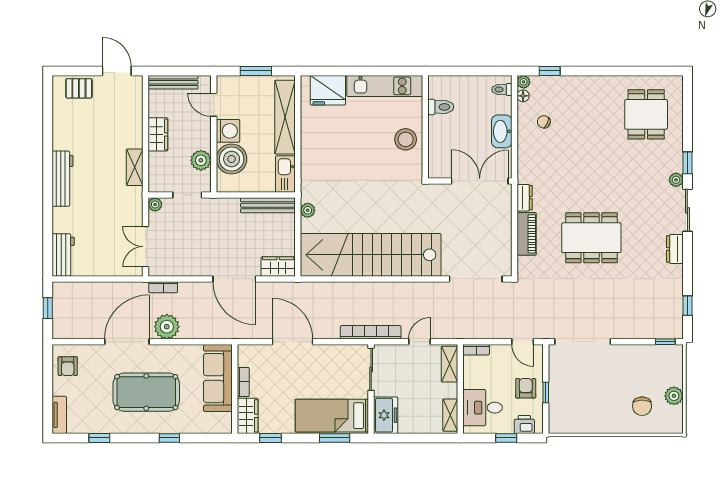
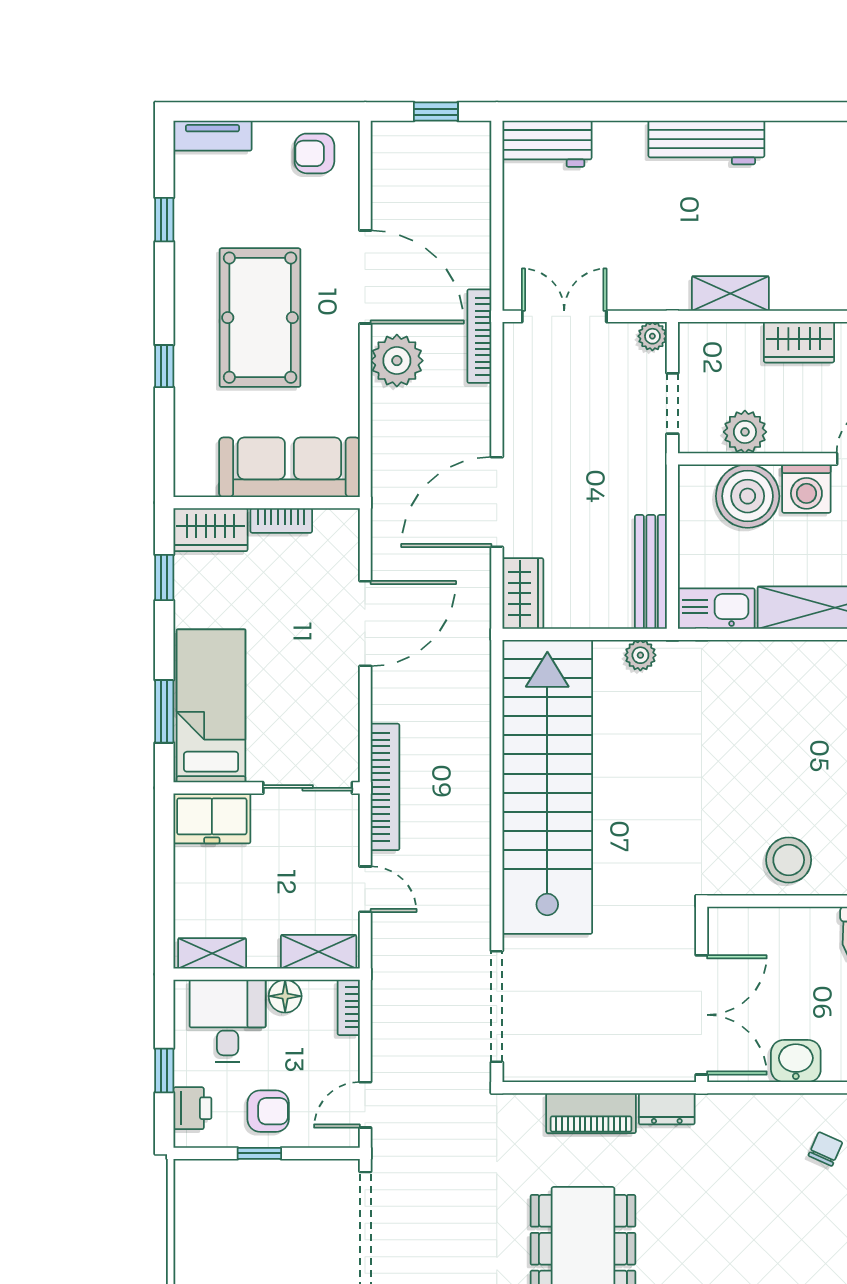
washbasin: (502, 131) -> (796, 1061), width x0.72
bookcase: (163, 287) -> (479, 336), width x1.56
floor lamp: (471, 380) -> (285, 996), added

